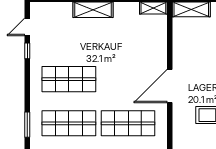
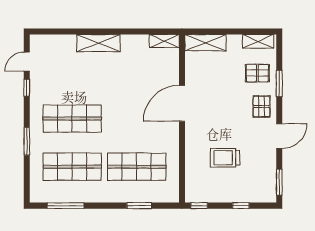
door: (170, 86) -> (182, 103), moved
window: (27, 125) -> (27, 141), moved

